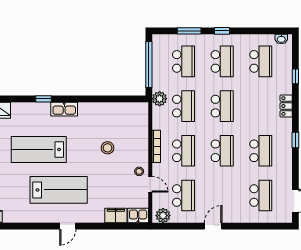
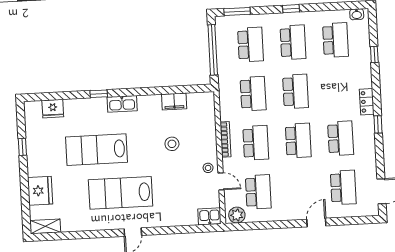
window: (189, 31) -> (237, 11), moved
plant: (160, 99) -> (226, 87), removed
locker: (286, 106) -> (367, 102), moved
lab bench: (59, 190) -> (121, 193), turned 180
filing cabinet: (116, 216) -> (174, 101), moved, turned 180
door: (213, 226) -> (316, 223), moved

